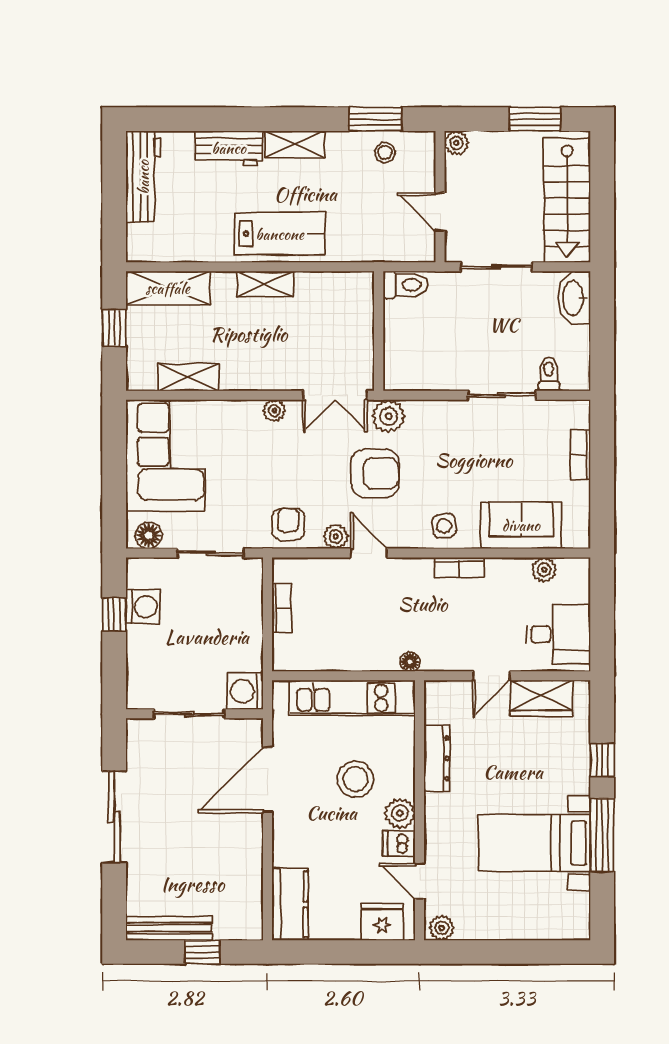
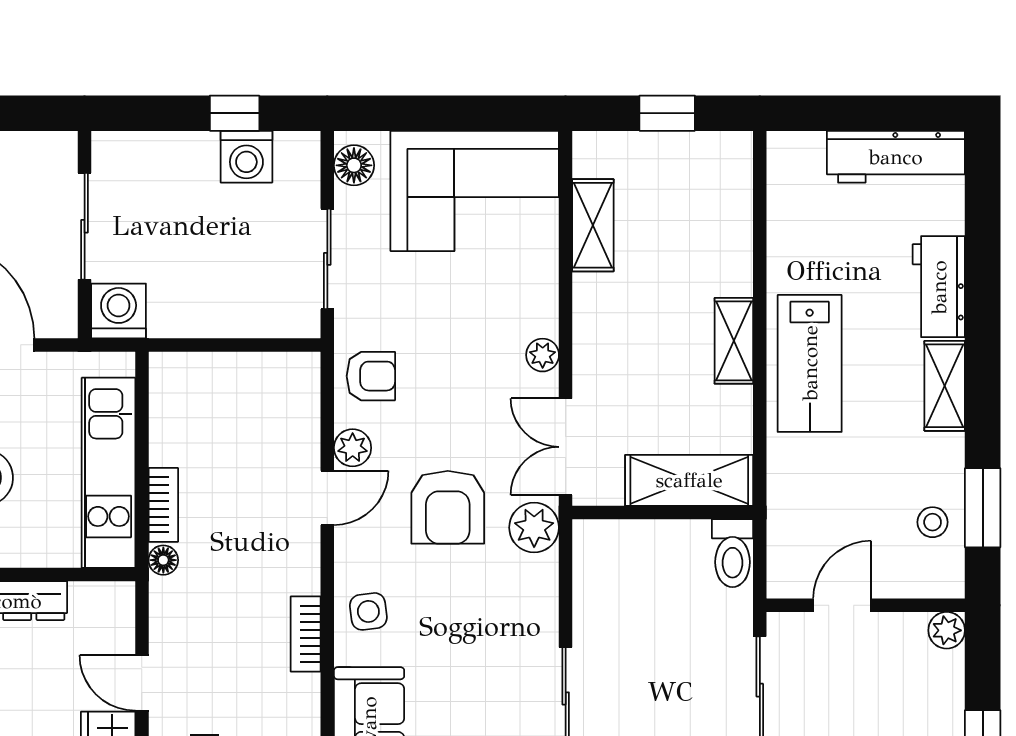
shelving: (168, 288) -> (689, 480), moved, turned 90
bookcase: (282, 608) -> (163, 505), moved, turned -90

